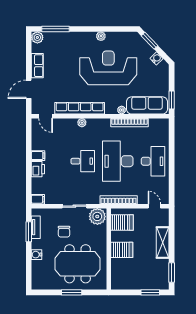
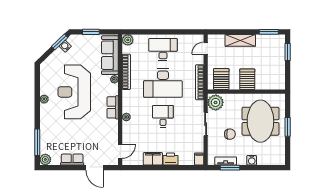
window: (150, 41) -> (60, 42), moved
window: (172, 100) -> (91, 32), moved
row of seats: (80, 108) -> (113, 107), width x0.50
plant: (163, 124) -> (128, 40), added
filing cabinet: (38, 156) -> (153, 159), width x2.00

